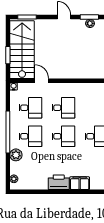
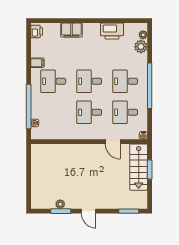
stairs: (22, 50) -> (139, 167), width x0.73, depth x0.66
plant: (16, 155) -> (141, 47), moved
printer: (59, 182) -> (112, 31), moved

